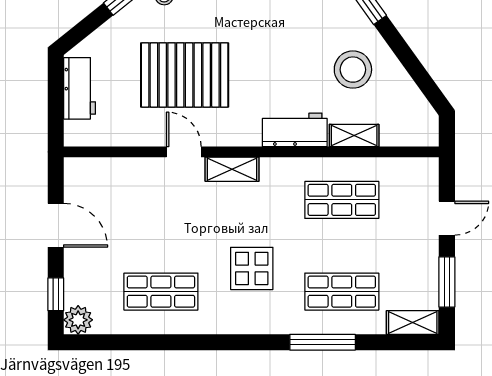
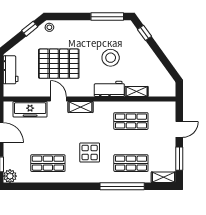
stool: (353, 70) -> (111, 58), moved
freezer: (122, 174) -> (30, 109), added
window: (323, 342) -> (122, 186), width x1.46

